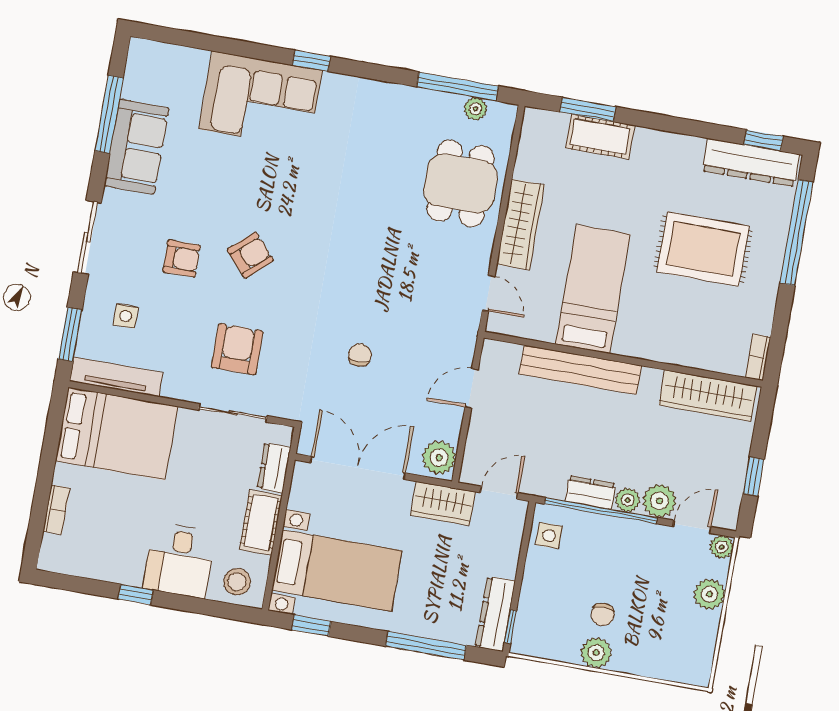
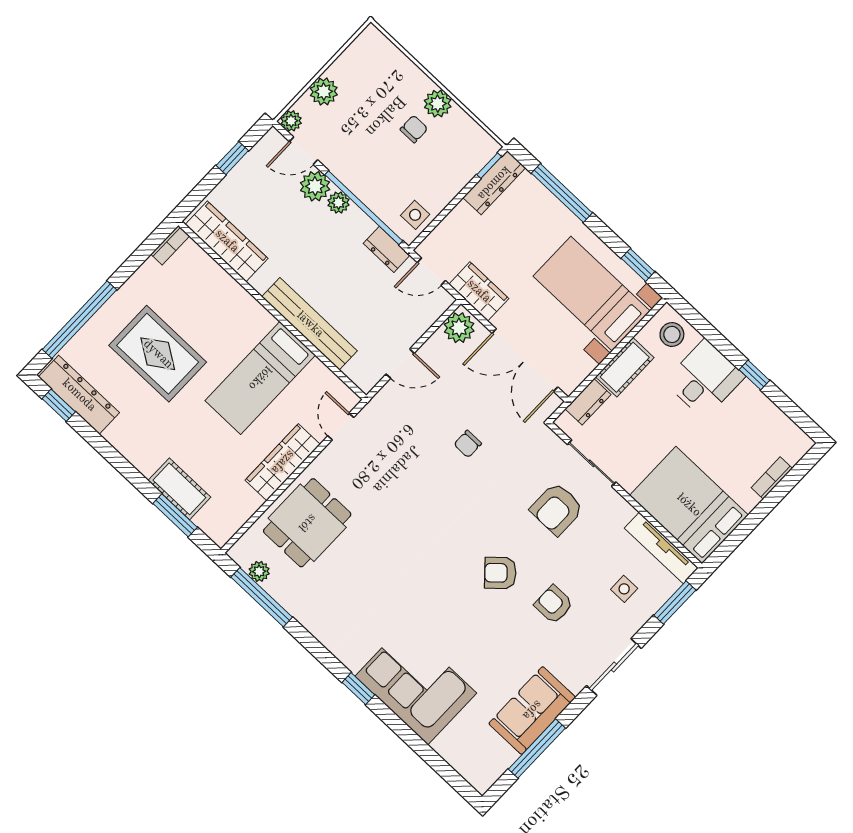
dresser: (590, 492) -> (387, 249), moved

